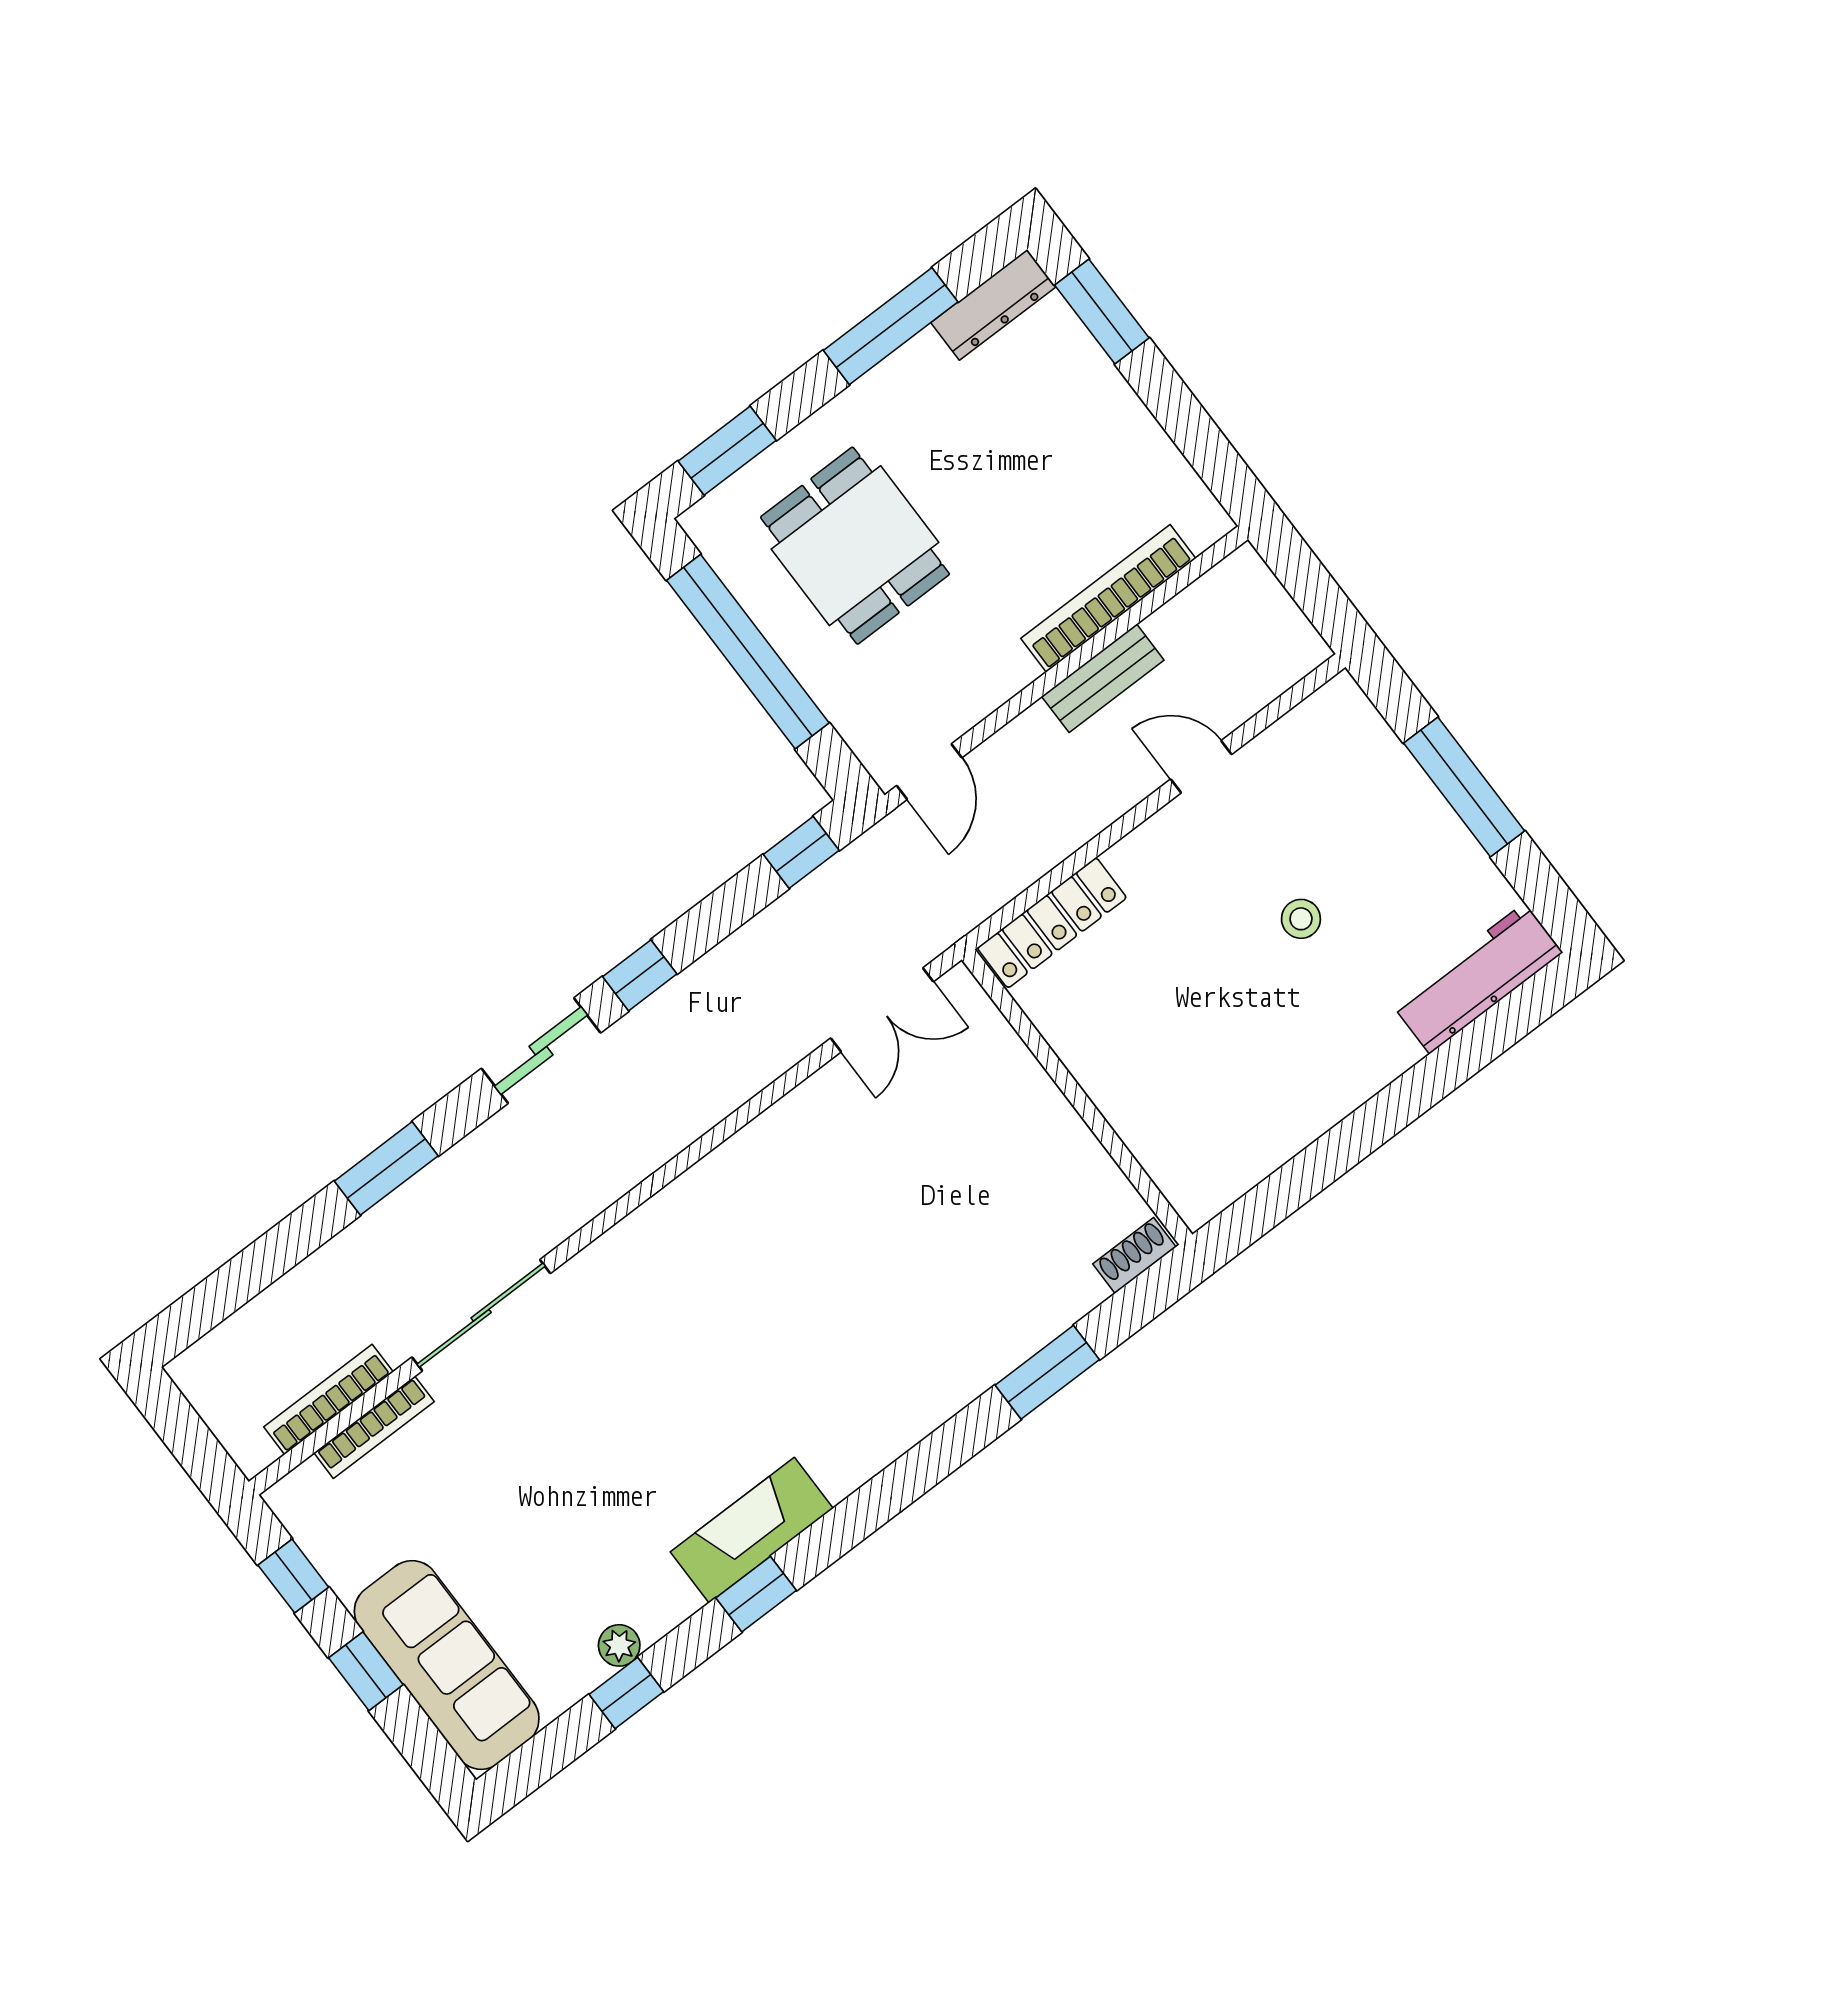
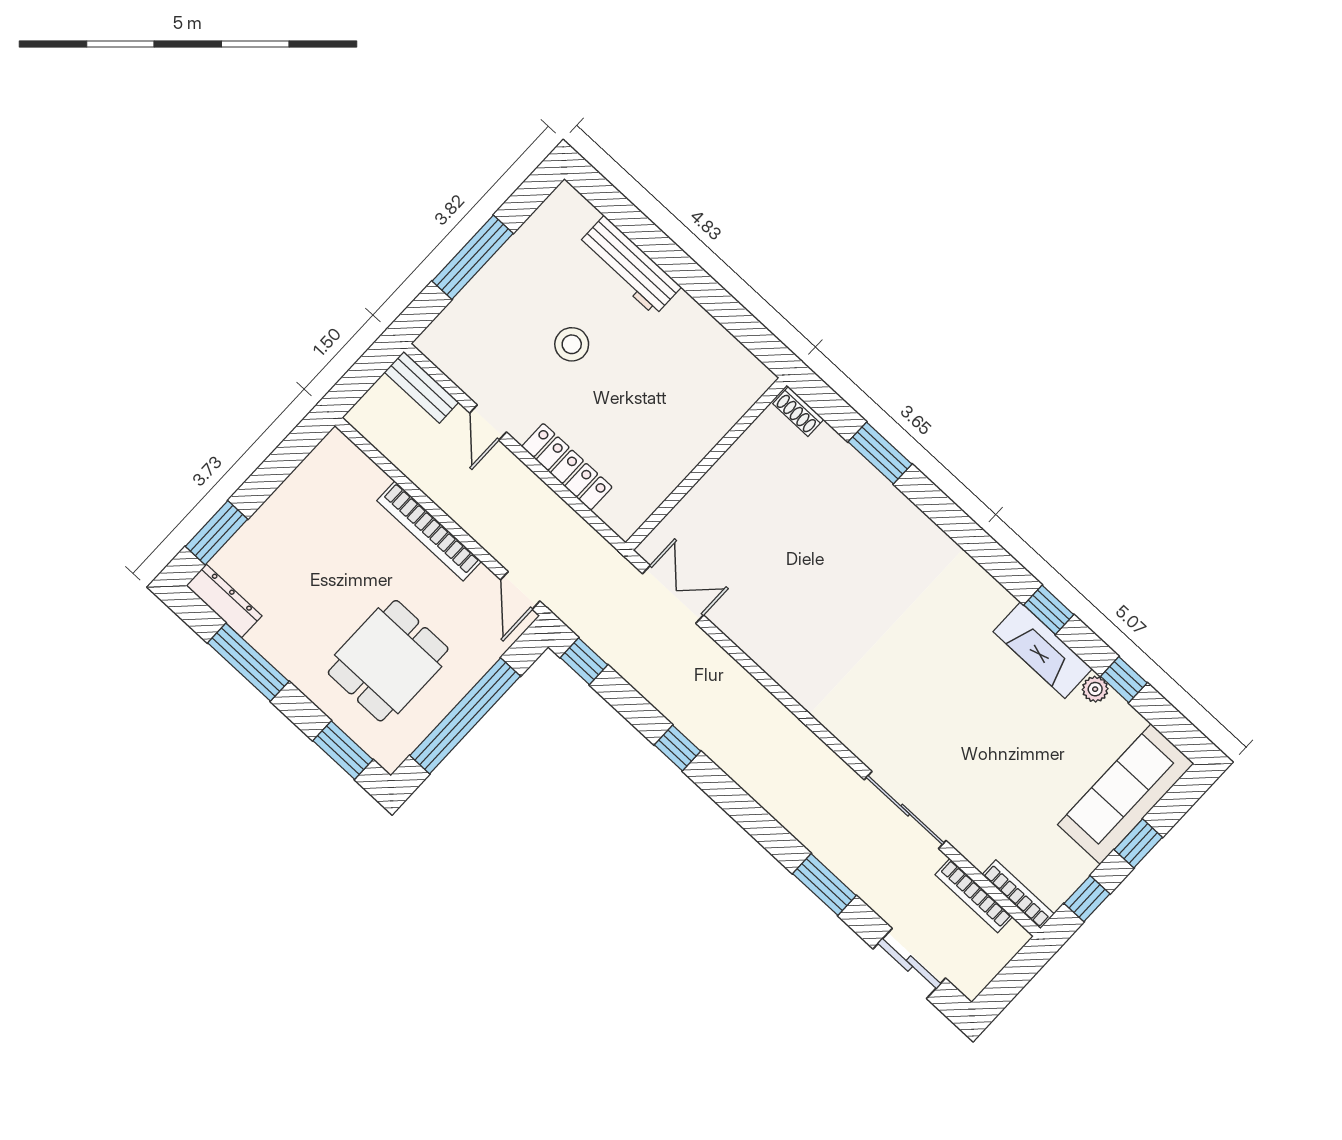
bookcase: (1108, 598) -> (429, 531), moved
bench: (1103, 678) -> (422, 387), moved
door: (929, 772) -> (520, 590), swing flipped
stool: (1301, 919) -> (572, 344), width x1.37, depth x1.37
locker: (1052, 923) -> (567, 467), moved
workbench: (1477, 978) -> (629, 266), moved
sliding door: (541, 1051) -> (909, 963), moved
bookcase: (374, 1427) -> (1018, 894), moved
fireplace: (752, 1530) -> (1043, 650), moved

